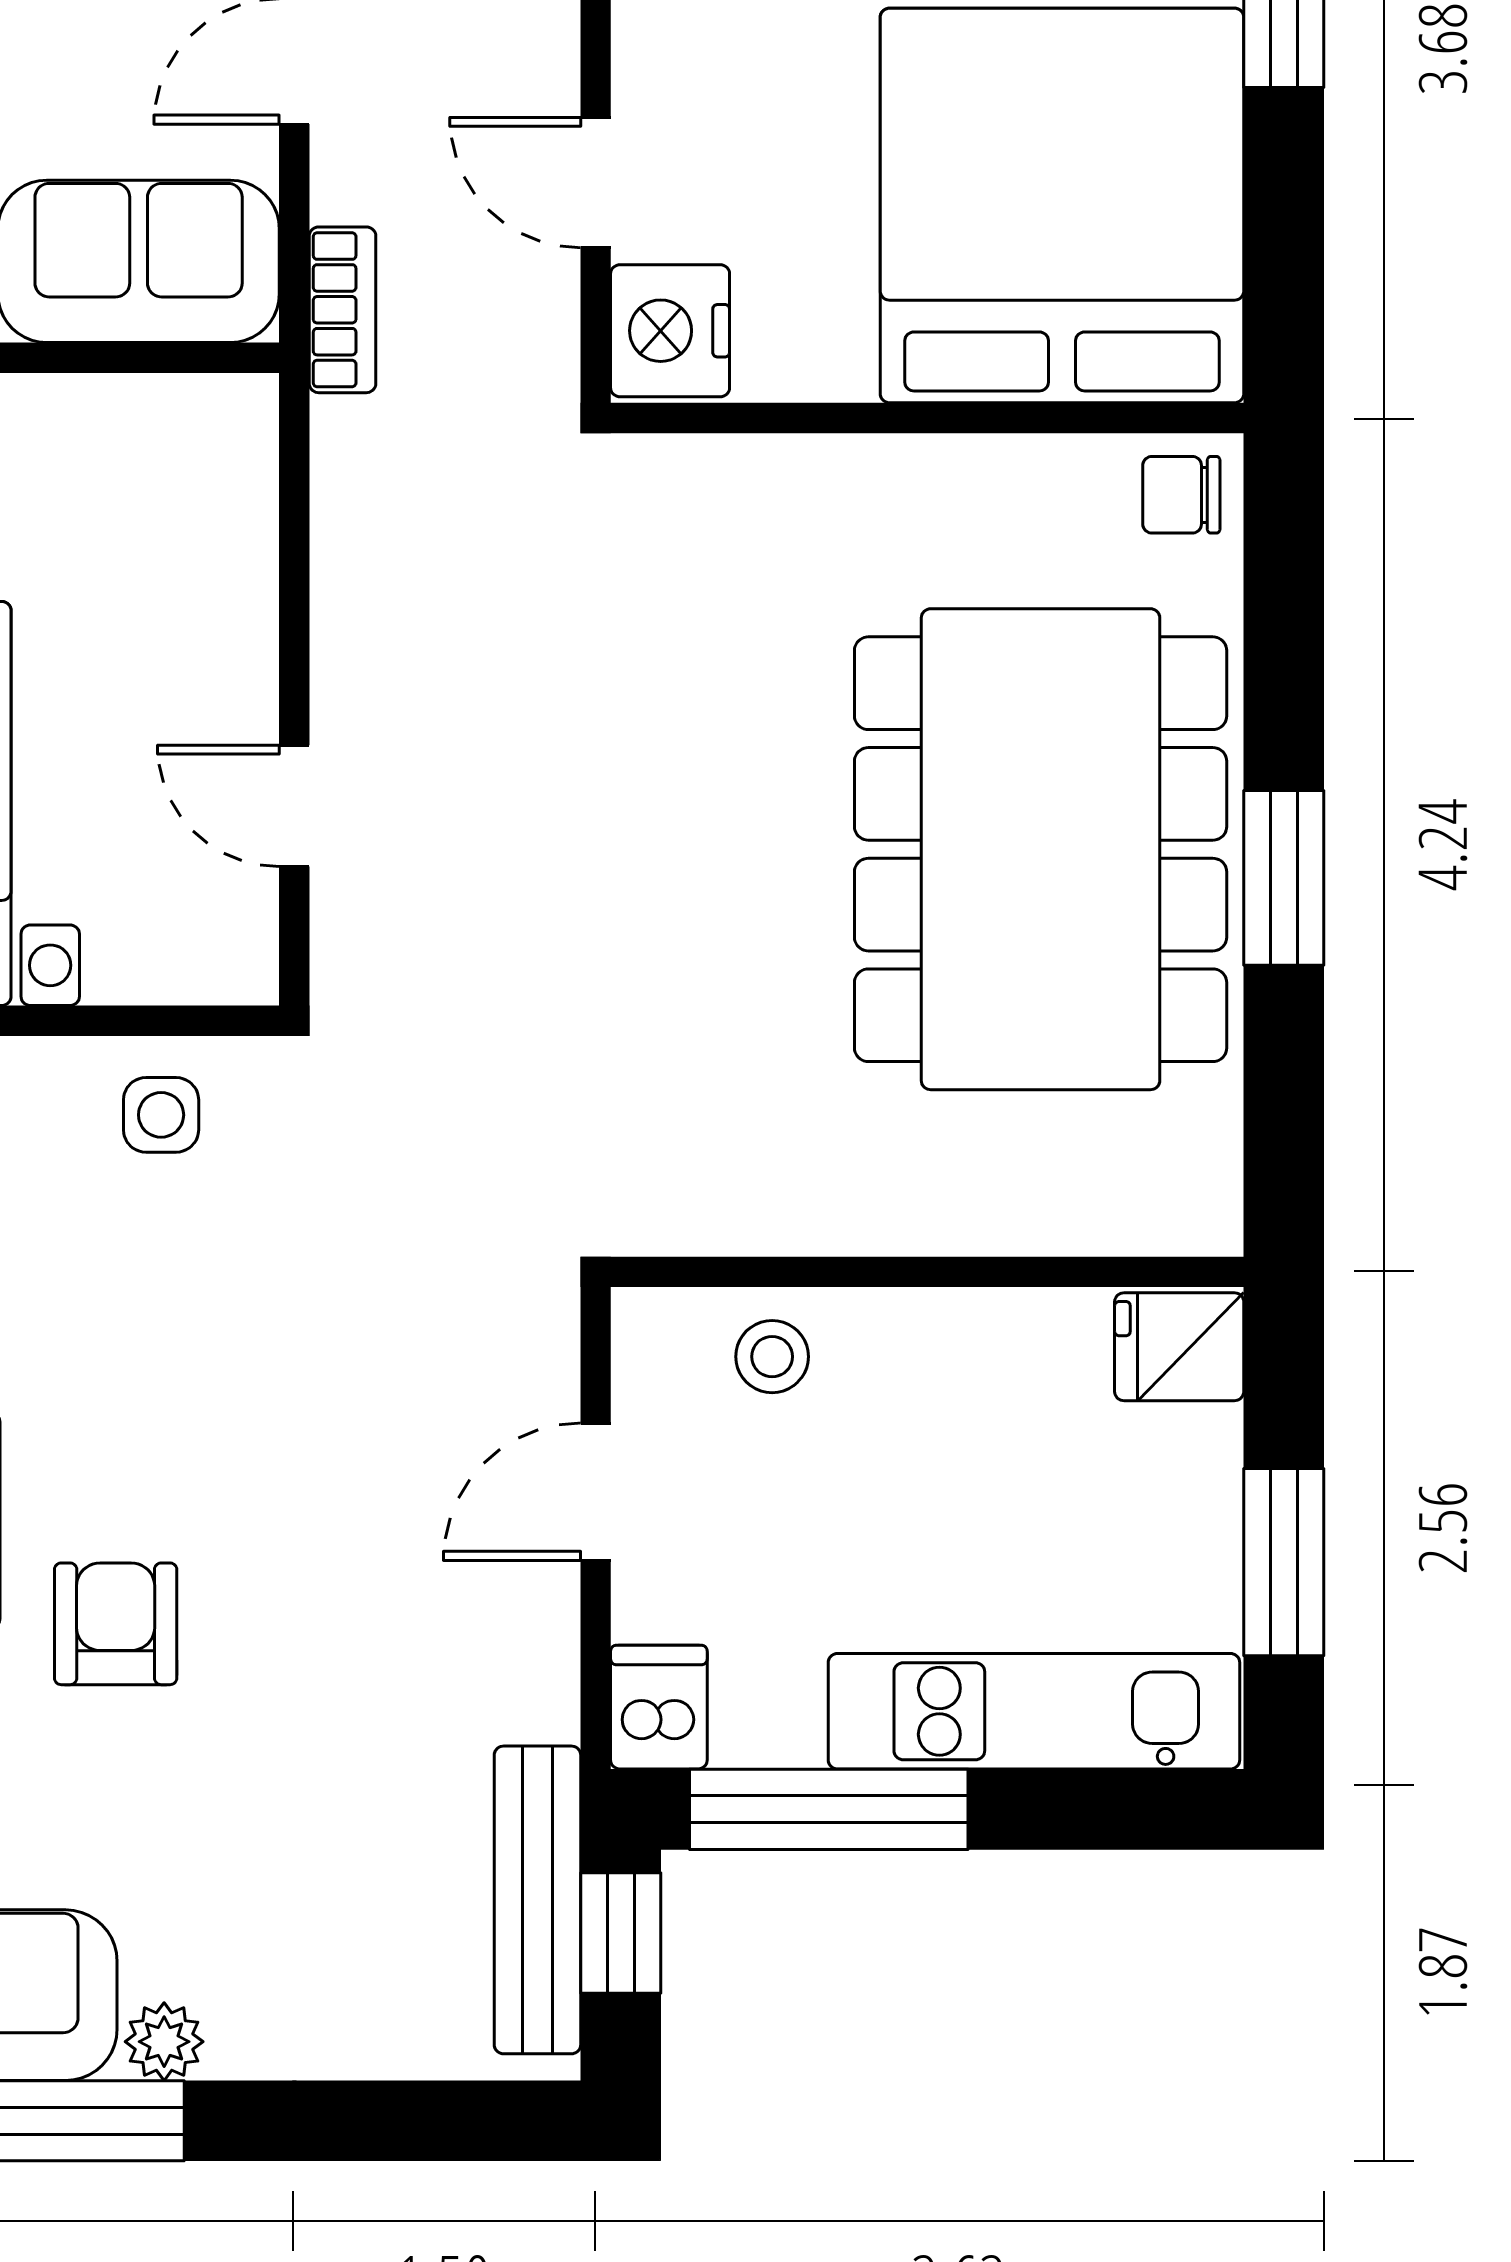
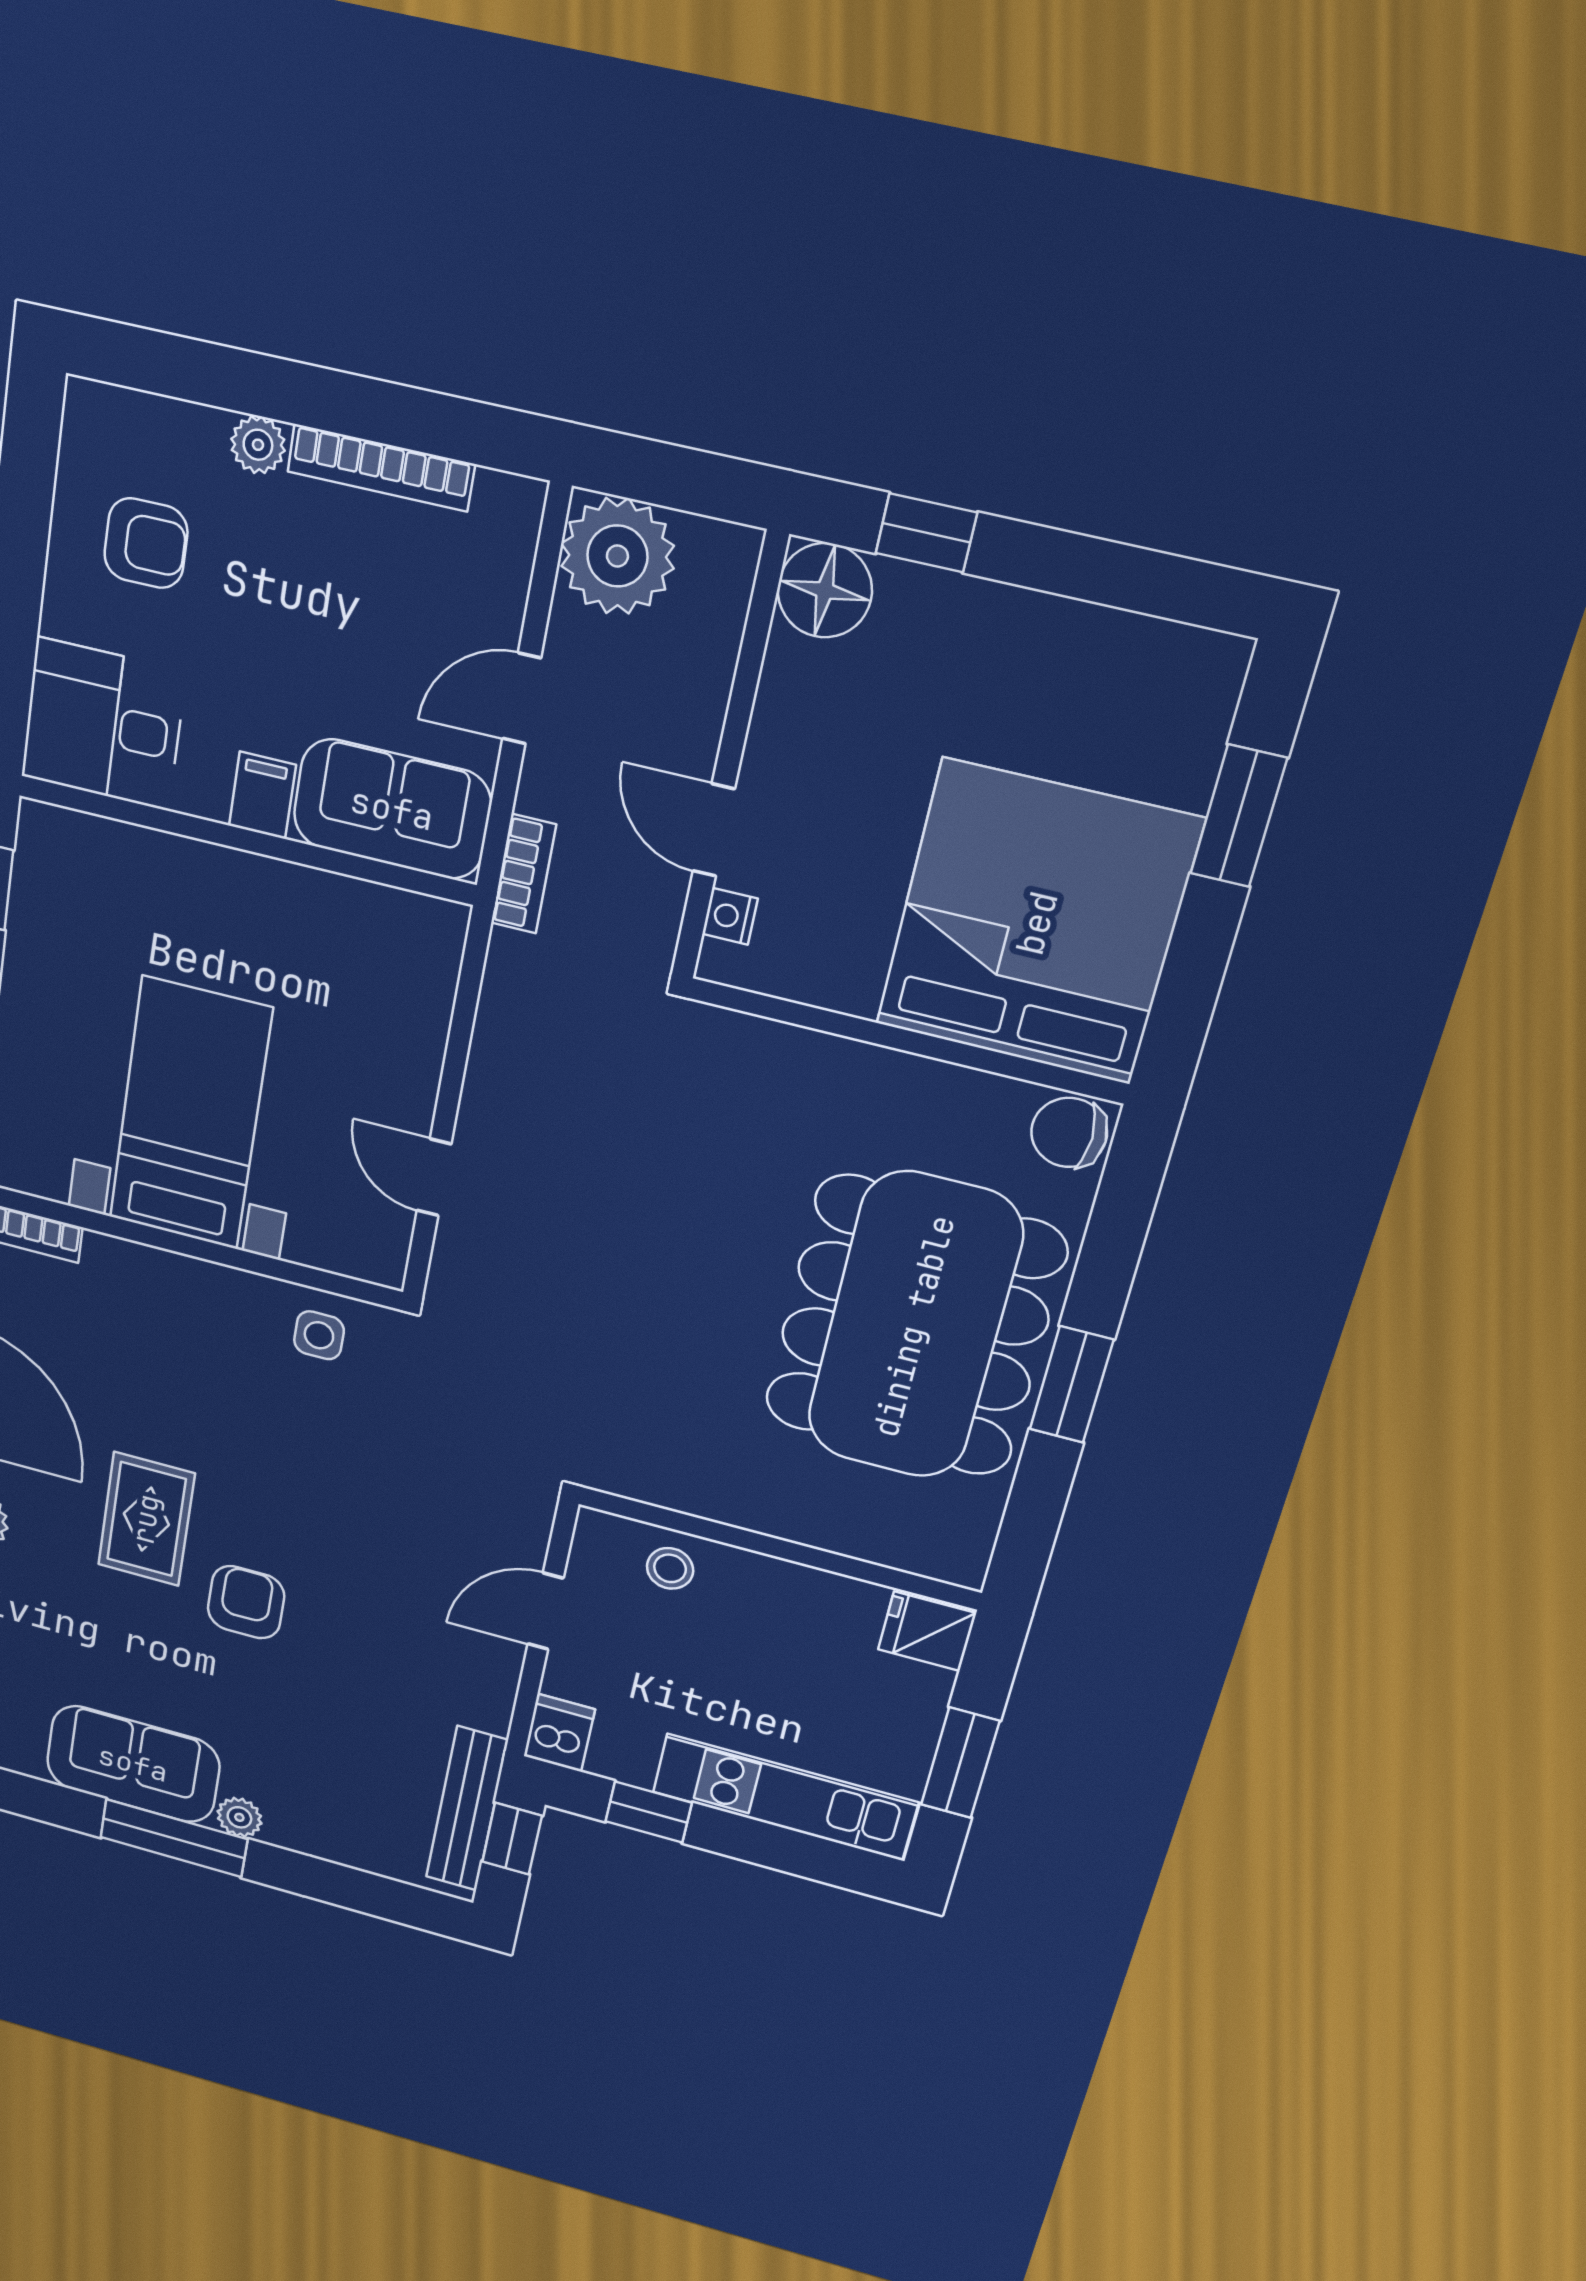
nightstand: (670, 331) -> (730, 916), width x0.53, depth x0.56
chair: (1181, 495) -> (1069, 1133), width x1.37, depth x1.37
window: (829, 1809) -> (649, 1812), width x0.46

